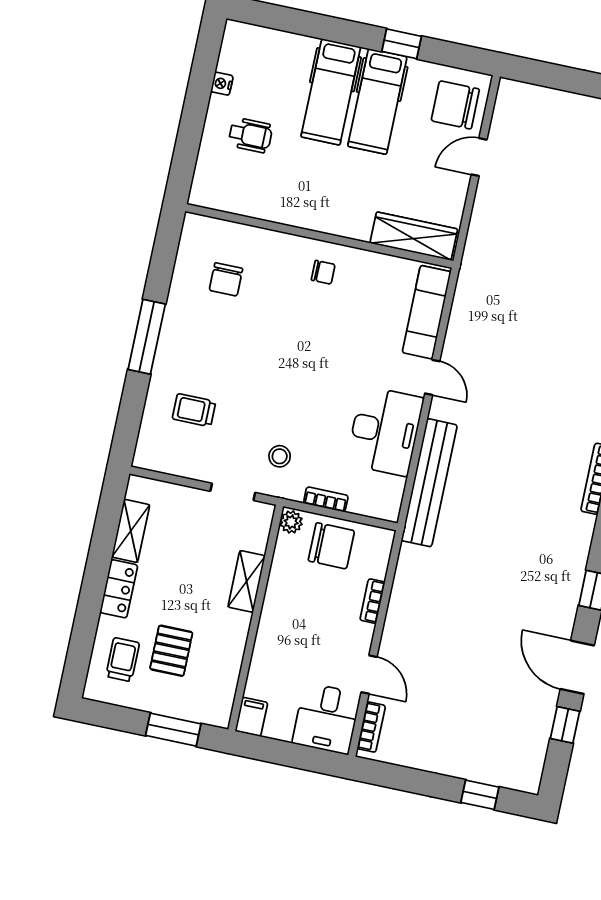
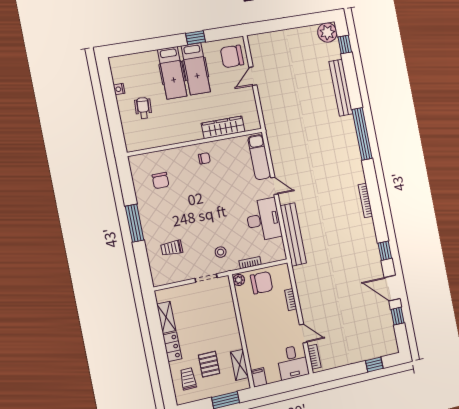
wheelchair: (251, 135) -> (143, 108), turned -86
wardrobe: (414, 236) -> (223, 127), moved
shelving: (247, 581) -> (240, 365), moved

